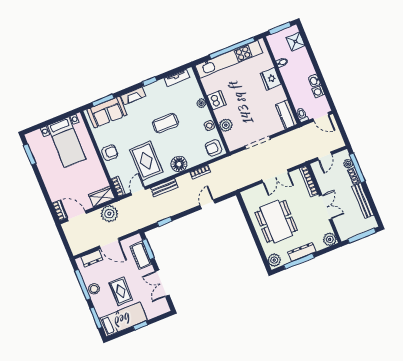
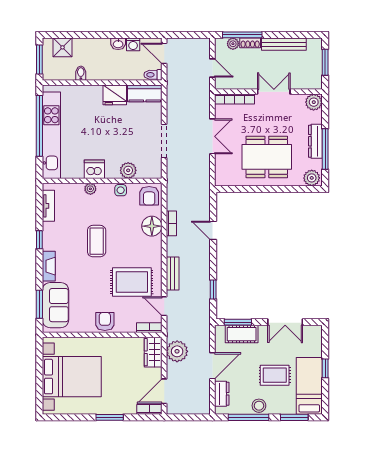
fridge: (271, 79) -> (115, 95), moved
door: (321, 117) -> (164, 53), swing flipped
bed with nightstands: (67, 142) -> (72, 377), width x1.36
window: (30, 155) -> (110, 417), moved
floor lamp: (179, 164) -> (152, 226), moved
window: (362, 236) -> (325, 62), width x0.69

